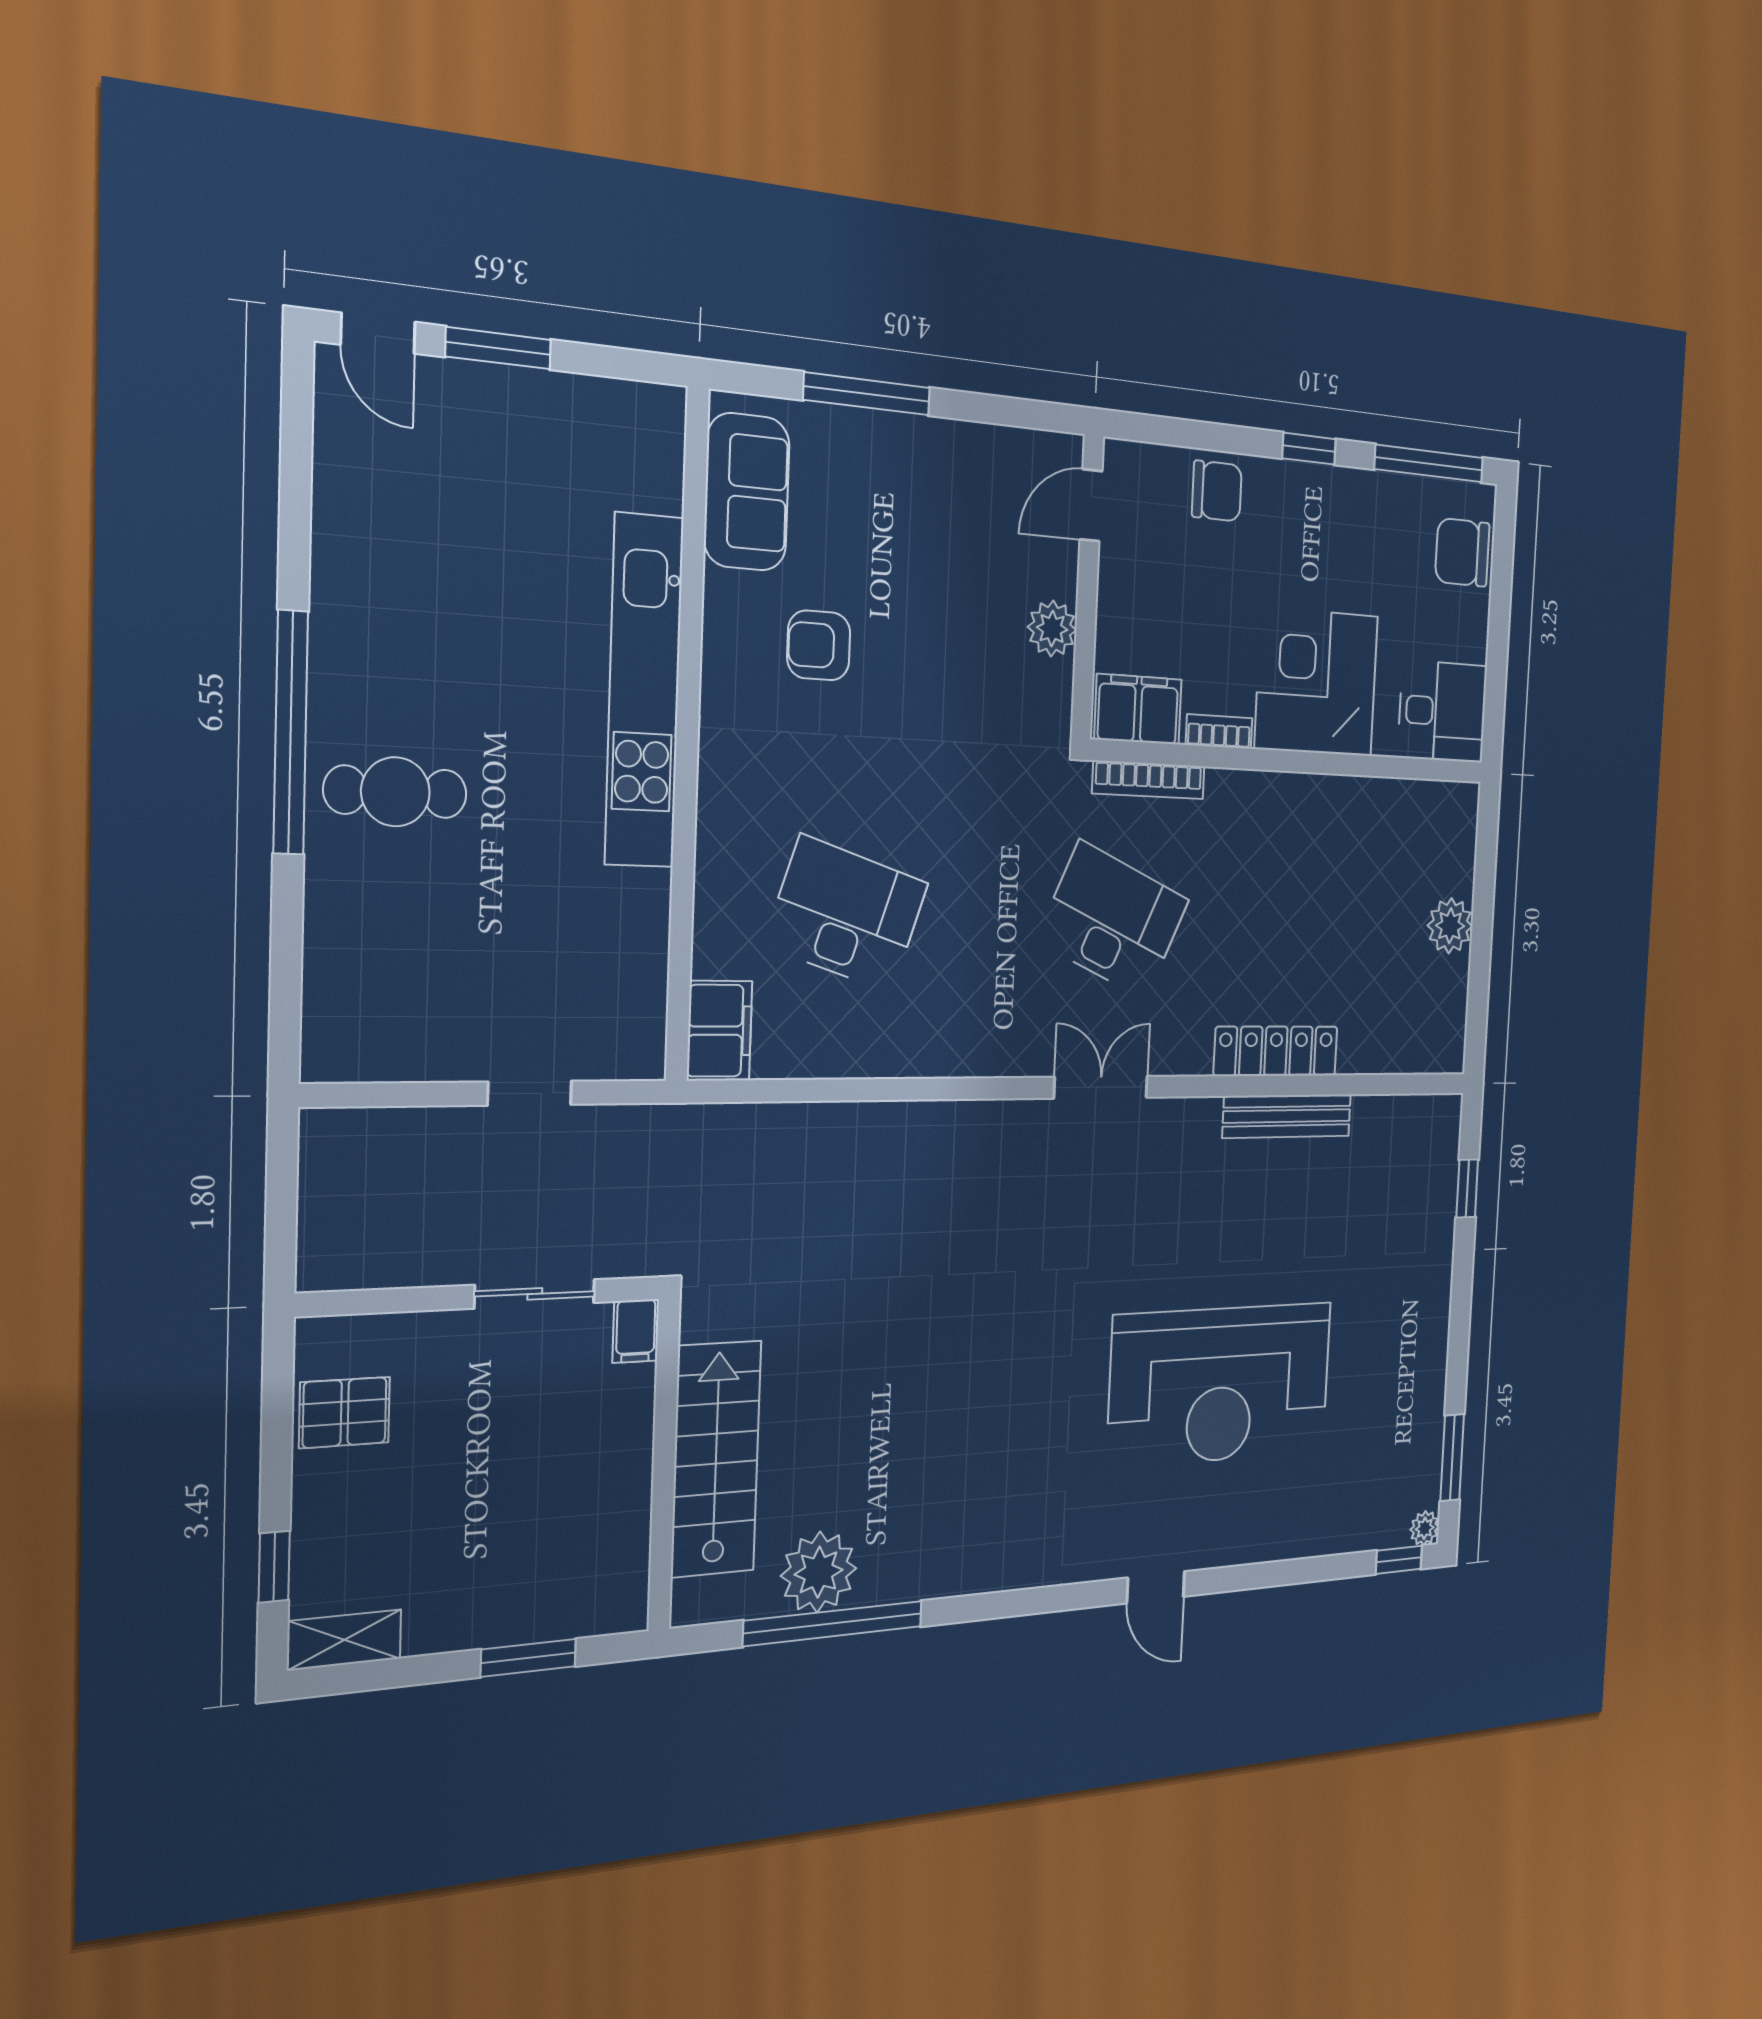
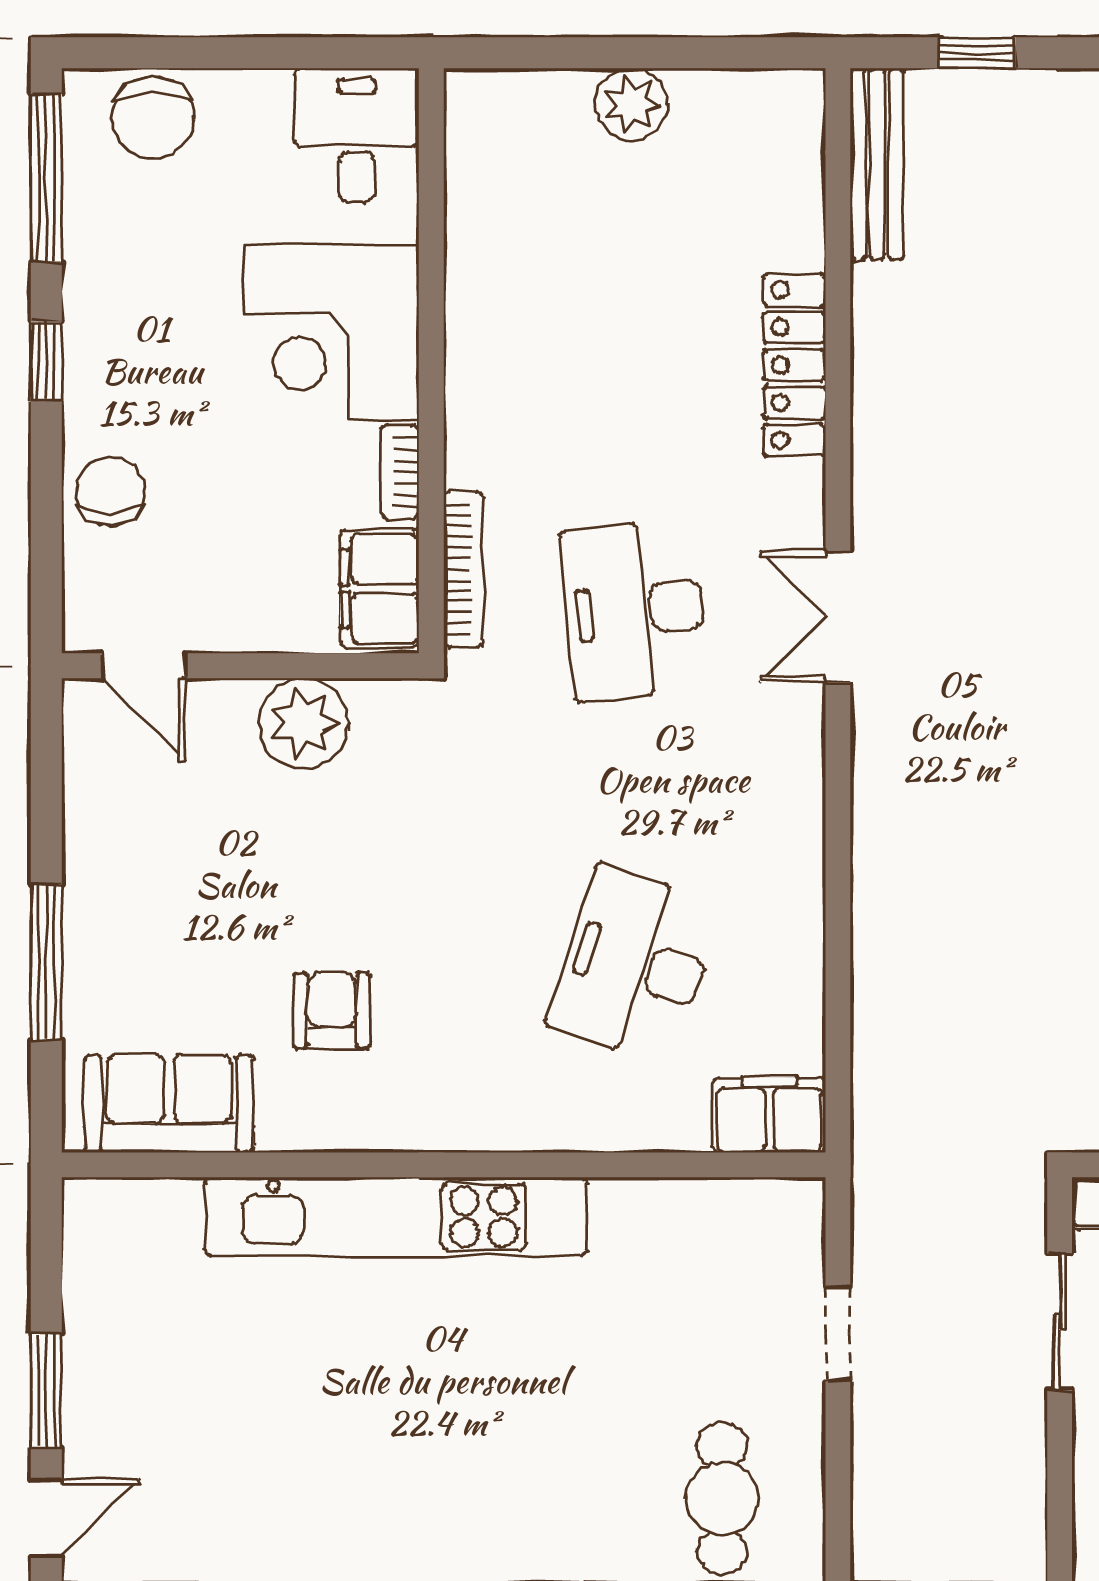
plant: (1052, 629) -> (304, 723), width x1.36, depth x1.36
armchair: (819, 645) -> (332, 1010), turned 180
cafe table: (395, 792) -> (722, 1499), moved
desk: (1113, 920) -> (635, 610), turned -30
bench: (1287, 1116) -> (877, 164), moved

